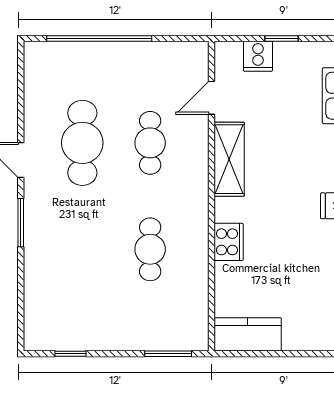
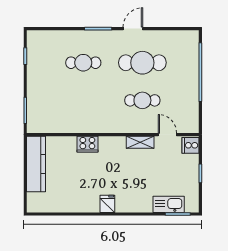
cooker: (258, 56) -> (191, 145), moved
shelving: (229, 159) -> (140, 142), width x0.67, depth x0.75
cafe table: (150, 249) -> (83, 63), moved
kitchen counter: (248, 334) -> (36, 164), width x1.50

